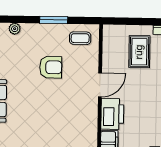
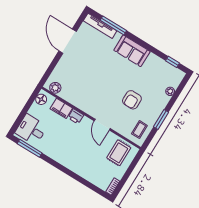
rug: (139, 52) -> (119, 153), moved, turned 90
printer: (112, 114) -> (76, 116), width x0.53, depth x0.68

